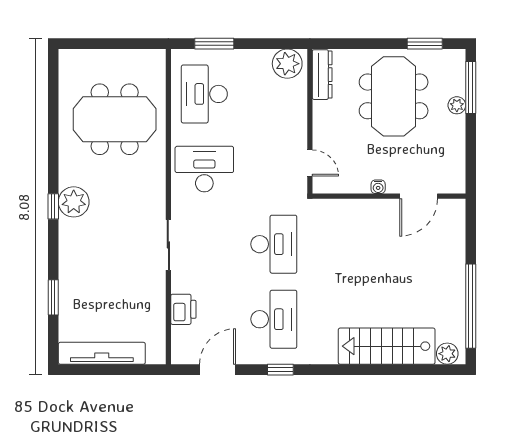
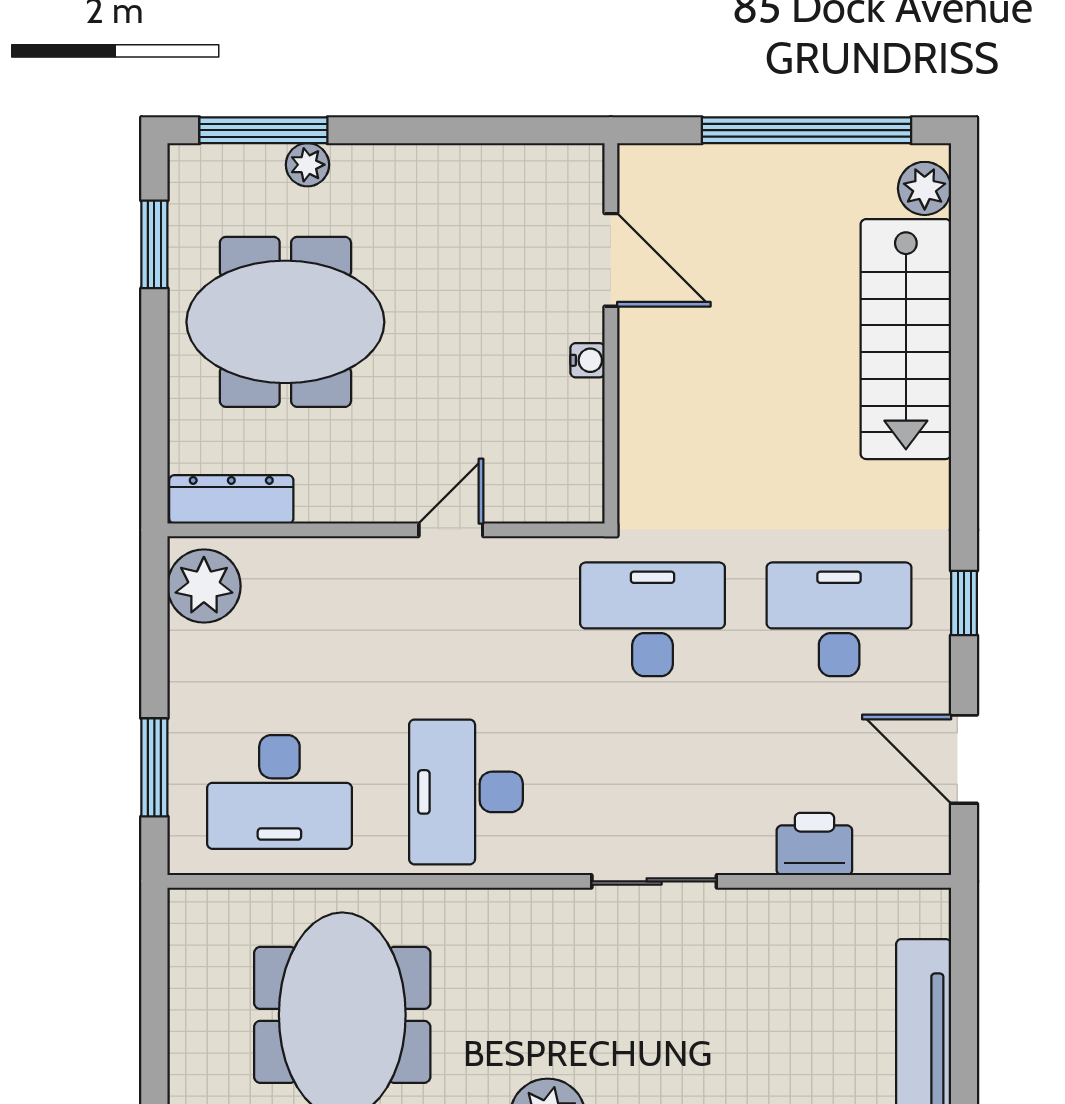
water cooler: (378, 187) -> (588, 360), moved
wall: (389, 196) -> (611, 333), moved
door: (419, 196) -> (611, 260), moved

